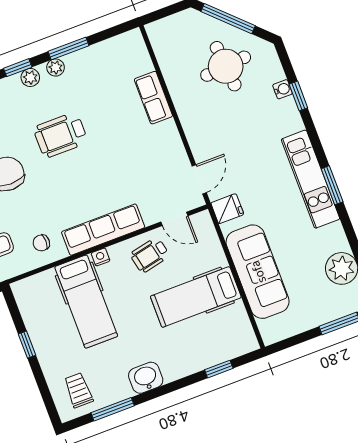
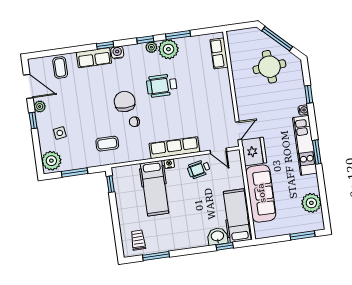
plant: (56, 68) -> (168, 49), width x1.87, depth x1.87
water cooler: (283, 89) -> (303, 110), moved
row of seats: (153, 98) -> (219, 53), moved
fridge: (227, 209) -> (254, 151), width x1.88, depth x1.34
chair: (41, 243) -> (134, 122), moved
hospital bed: (196, 297) -> (237, 216), moved, turned 90
window: (27, 345) -> (110, 184), moved
washbasin: (146, 378) -> (217, 236), moved

